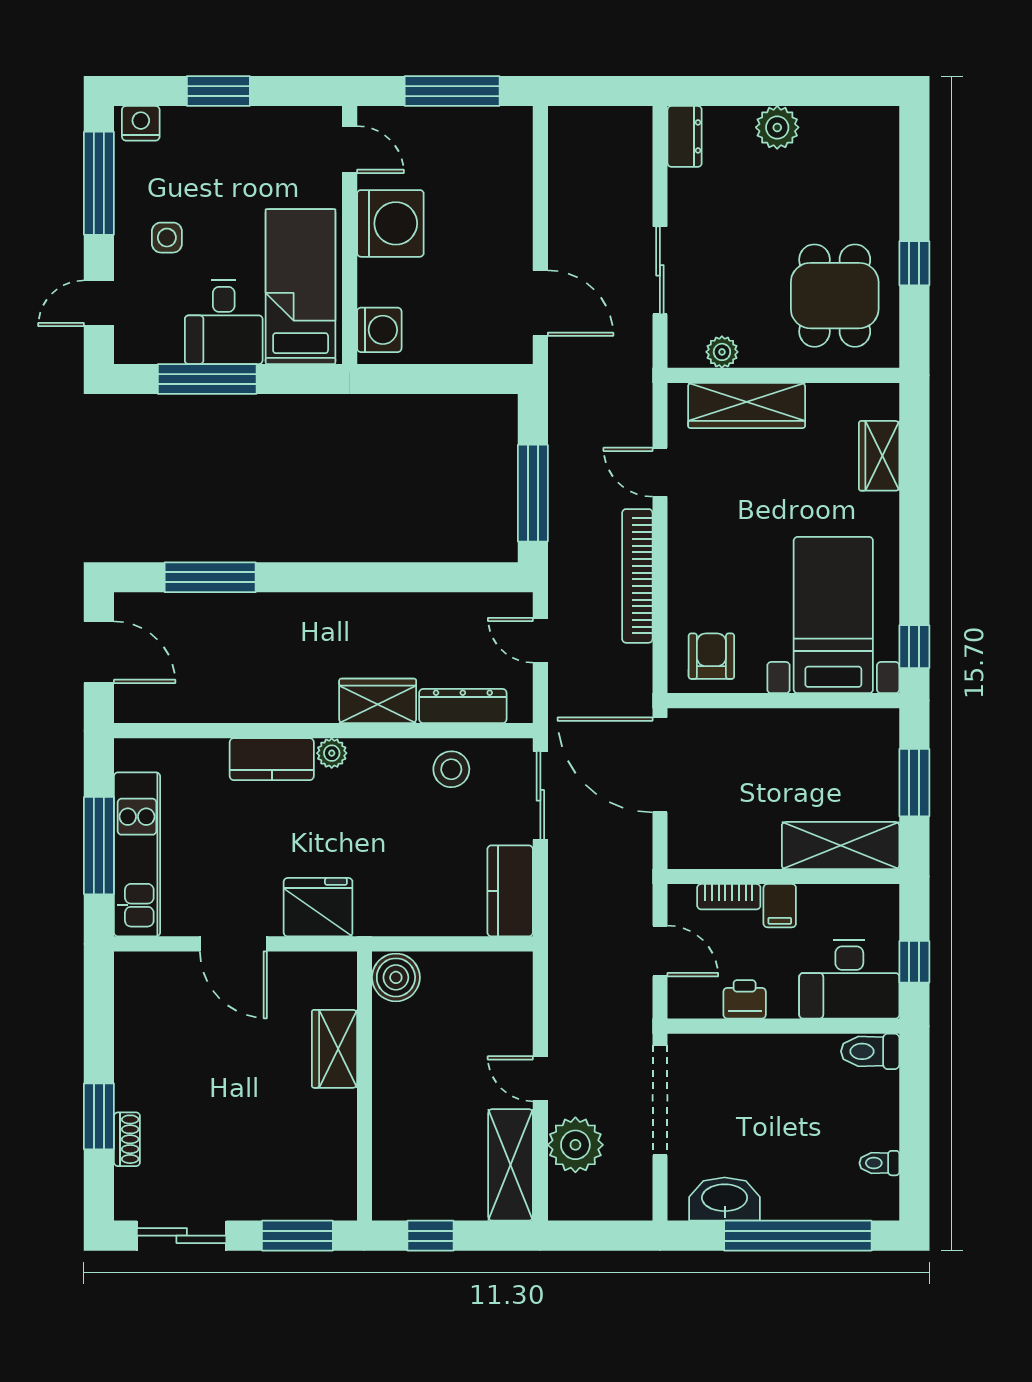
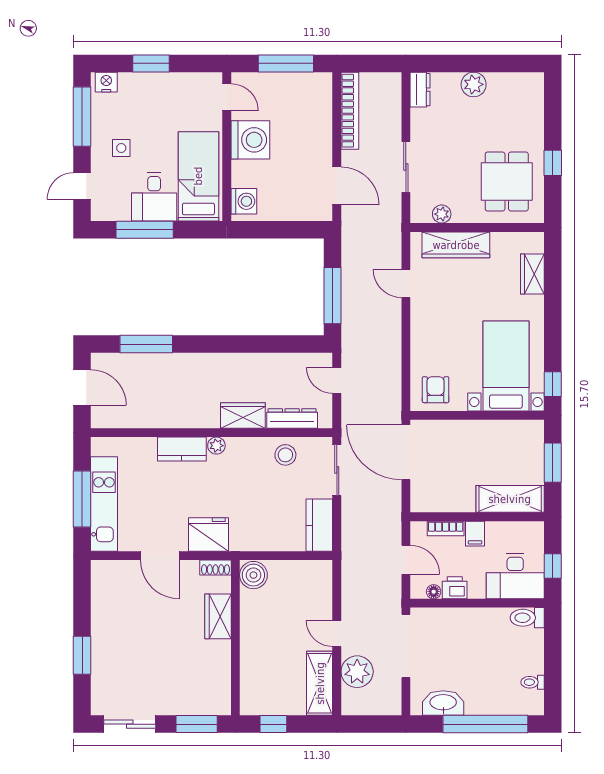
bookcase: (637, 576) -> (350, 111), moved, turned 180
floor lamp: (708, 1006) -> (434, 592), added
shoe rack: (127, 1139) -> (215, 568), moved, turned 90

